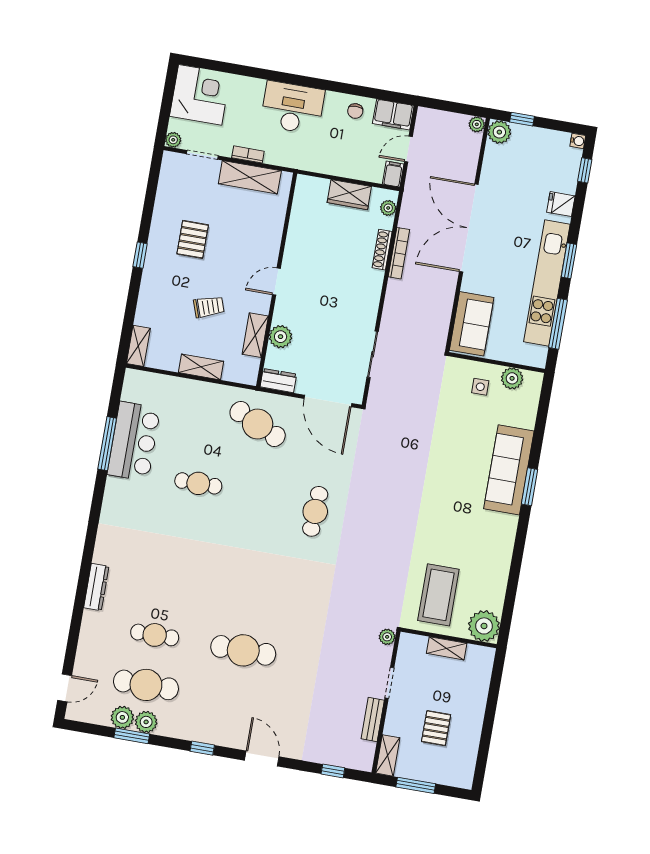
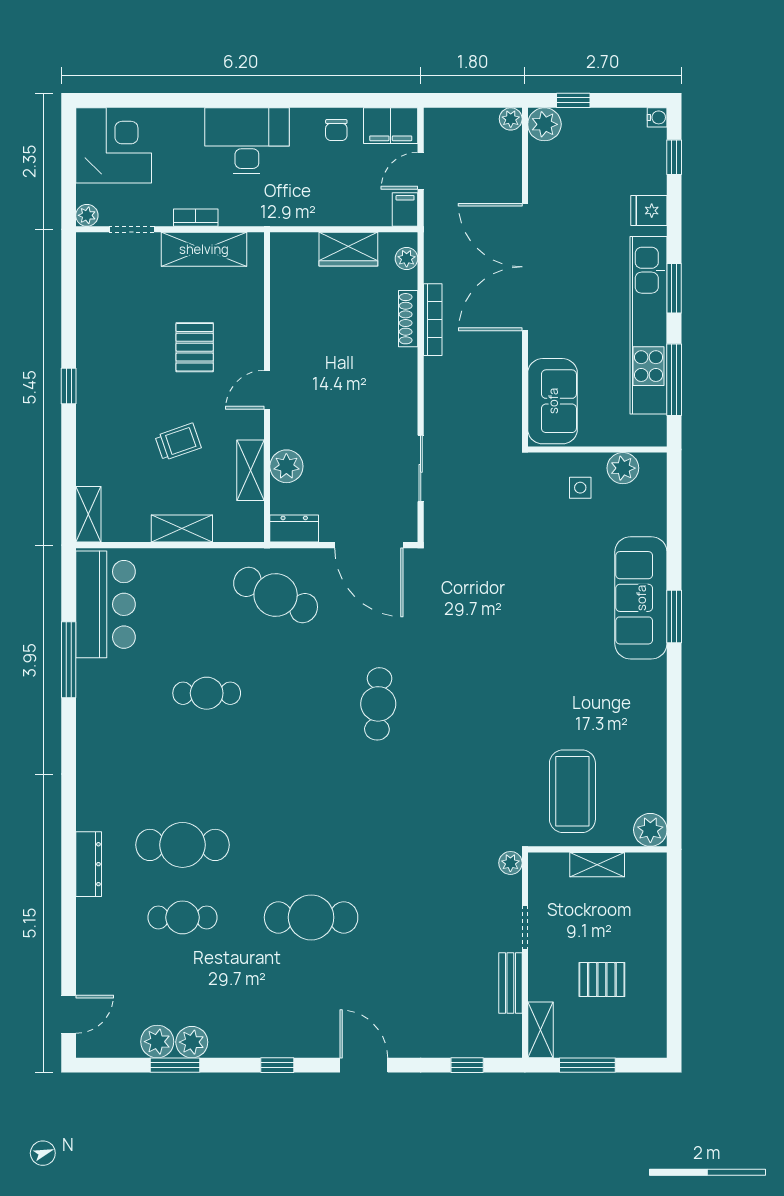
pallet: (193, 239) -> (195, 347), moved
bar counter: (134, 441) -> (106, 604), moved
plant: (484, 626) -> (650, 830), width x0.73, depth x0.73
cafe table: (146, 685) -> (182, 845), moved
pallet: (436, 728) -> (602, 980), turned 90

